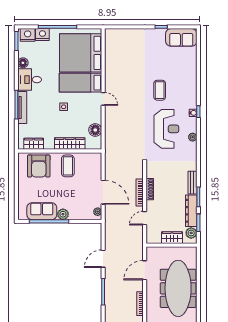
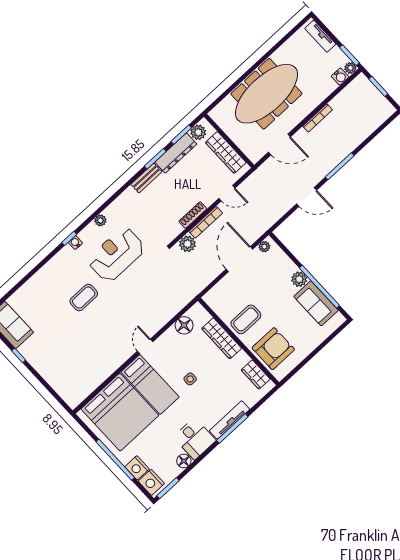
plant: (137, 172) -> (187, 244), added
wardrobe: (172, 238) -> (226, 152), width x1.50

